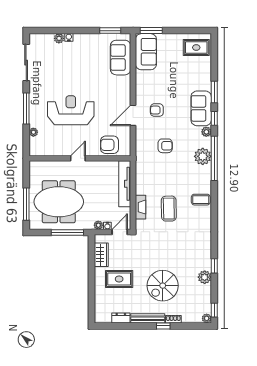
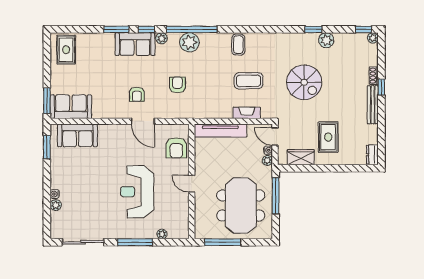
window: (26, 204) -> (223, 242), moved
spiral stairs: (163, 286) -> (304, 82), moved
dresser: (121, 318) -> (372, 155), moved

